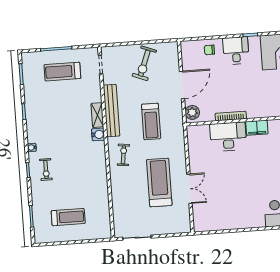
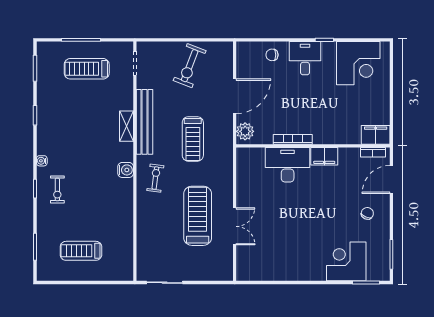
water cooler: (98, 134) -> (126, 170), moved
treadmill: (68, 217) -> (81, 251), turned 180

